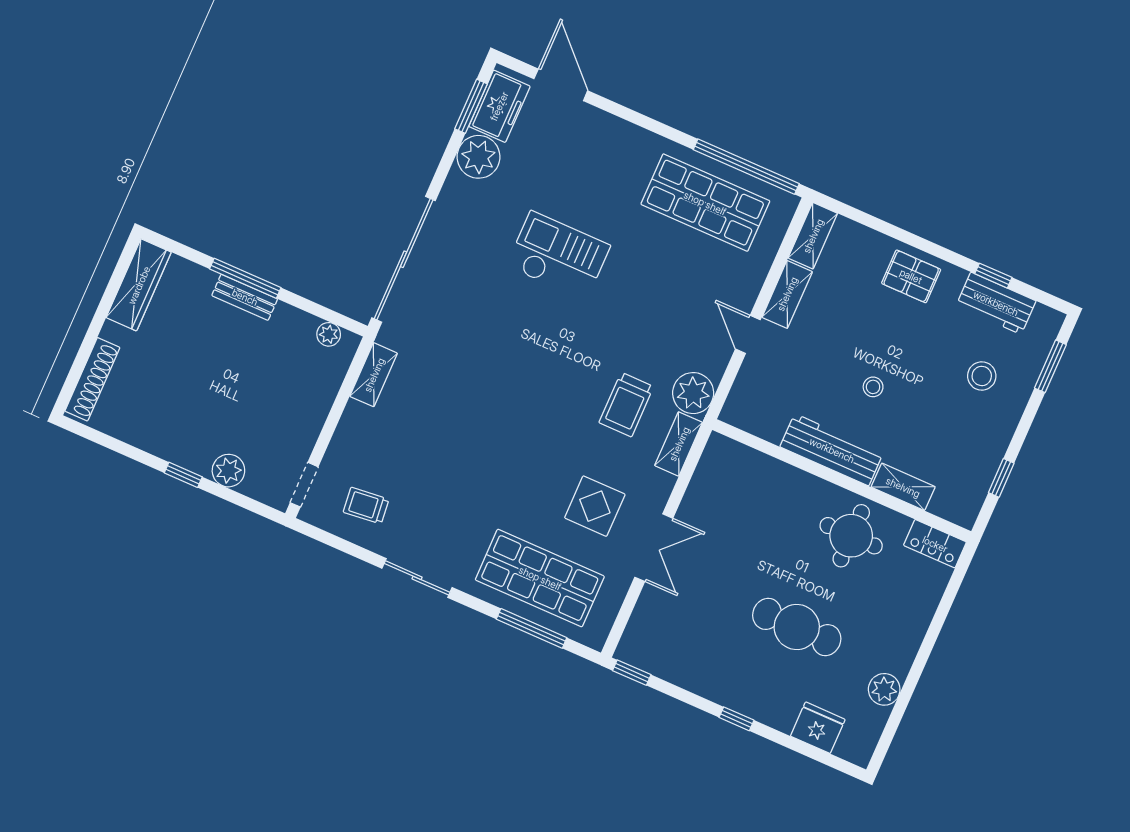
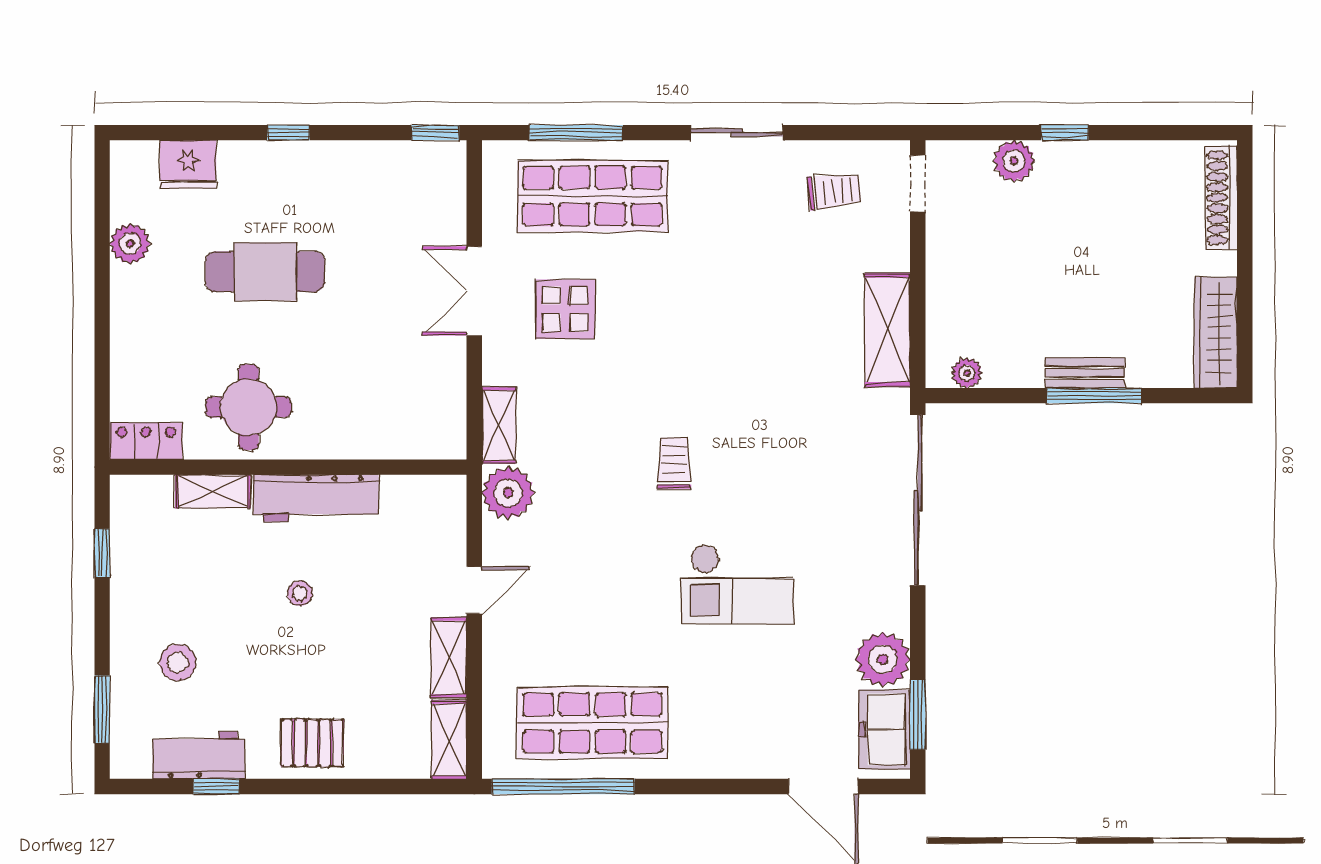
door: (748, 334) -> (474, 590), hinge flipped
shelving: (374, 375) -> (888, 330), width x1.50, depth x1.33
trolley: (626, 405) -> (674, 463), moved, width x0.73, depth x0.72

